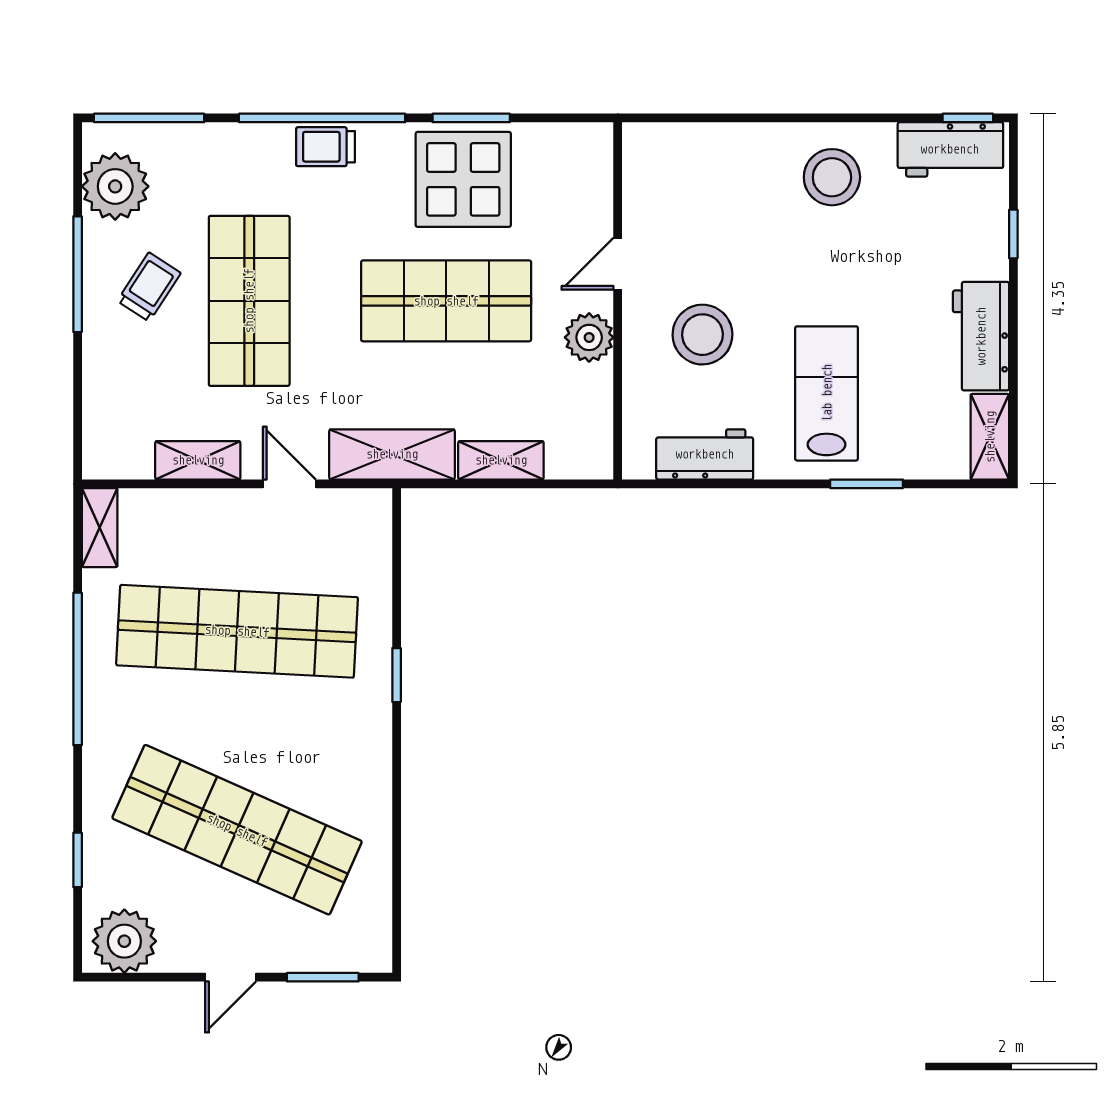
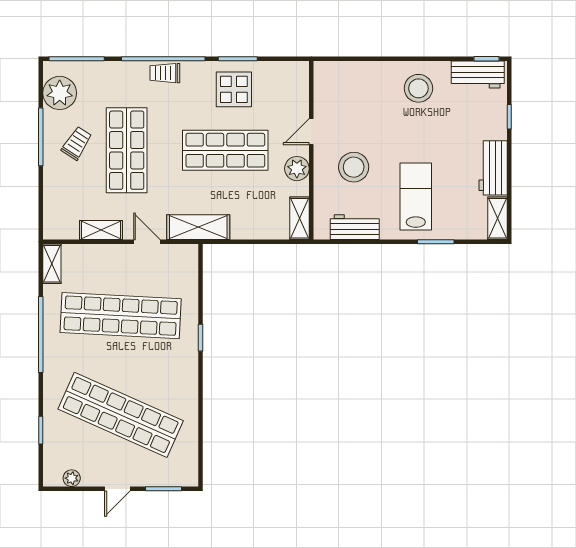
display table: (463, 179) -> (234, 89), width x0.73, depth x0.73
shelving: (501, 460) -> (299, 218), moved, turned 90
plant: (124, 941) -> (72, 478), width x0.53, depth x0.53

